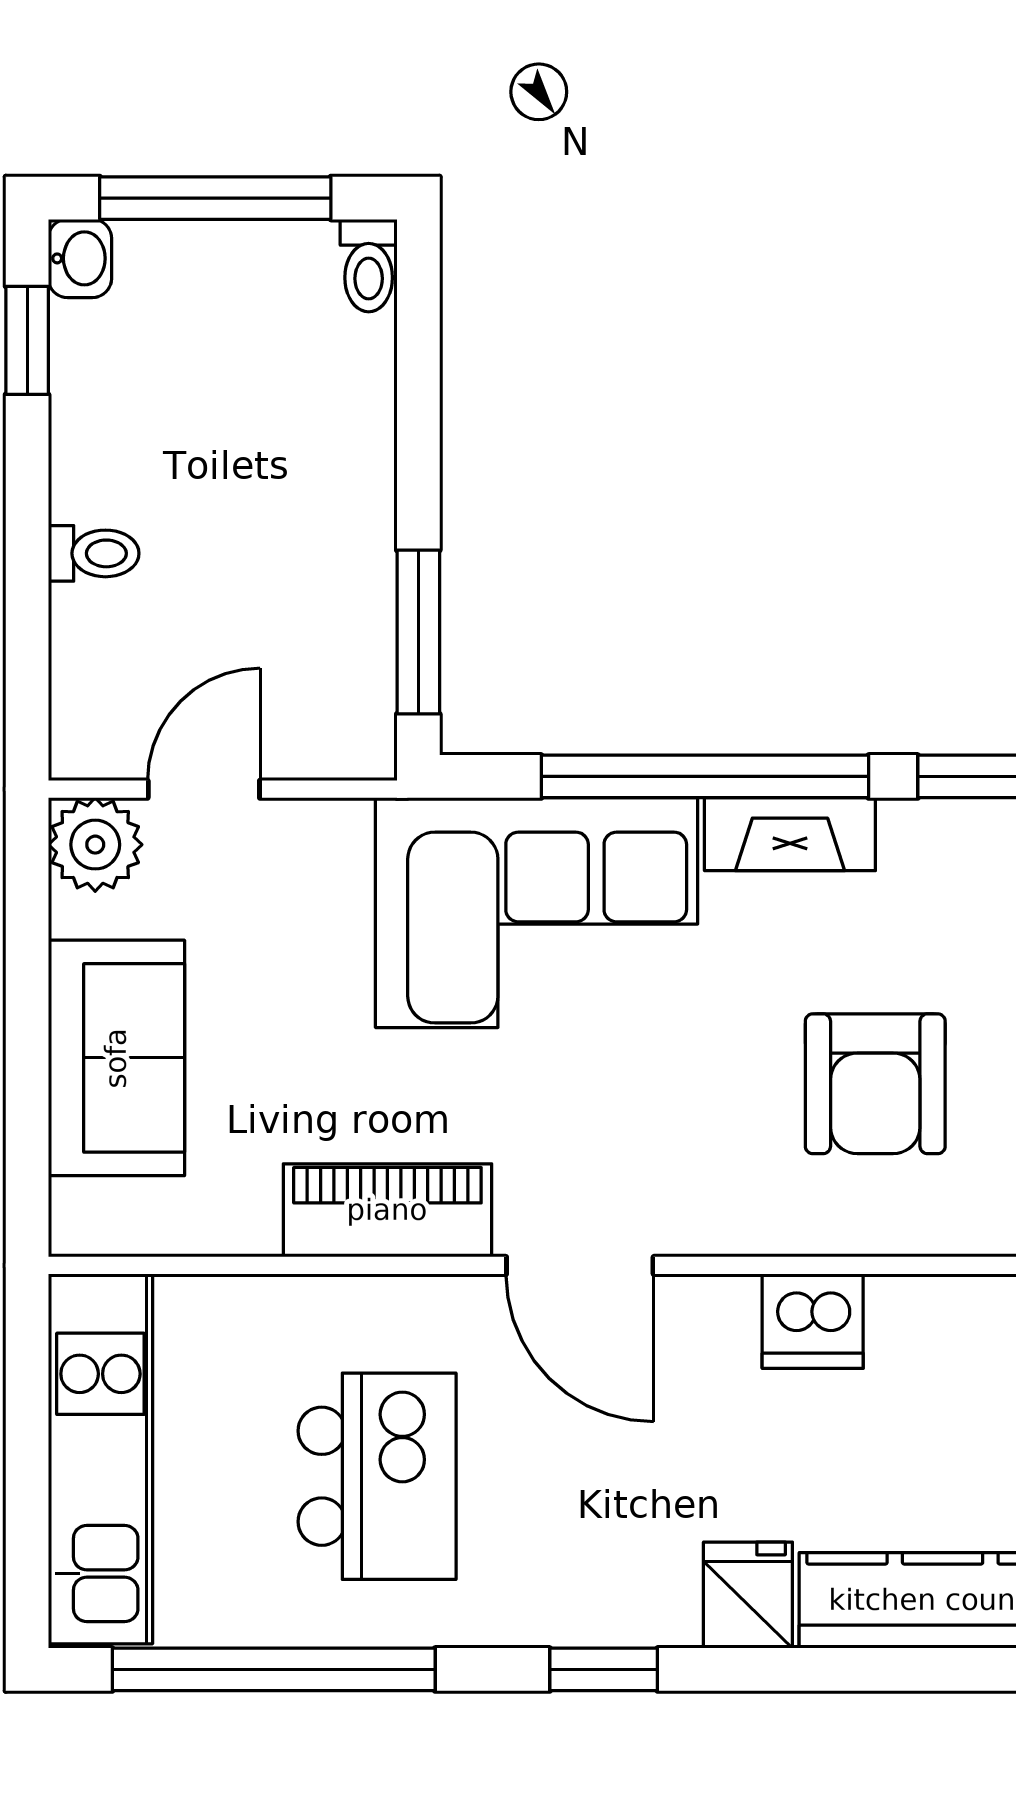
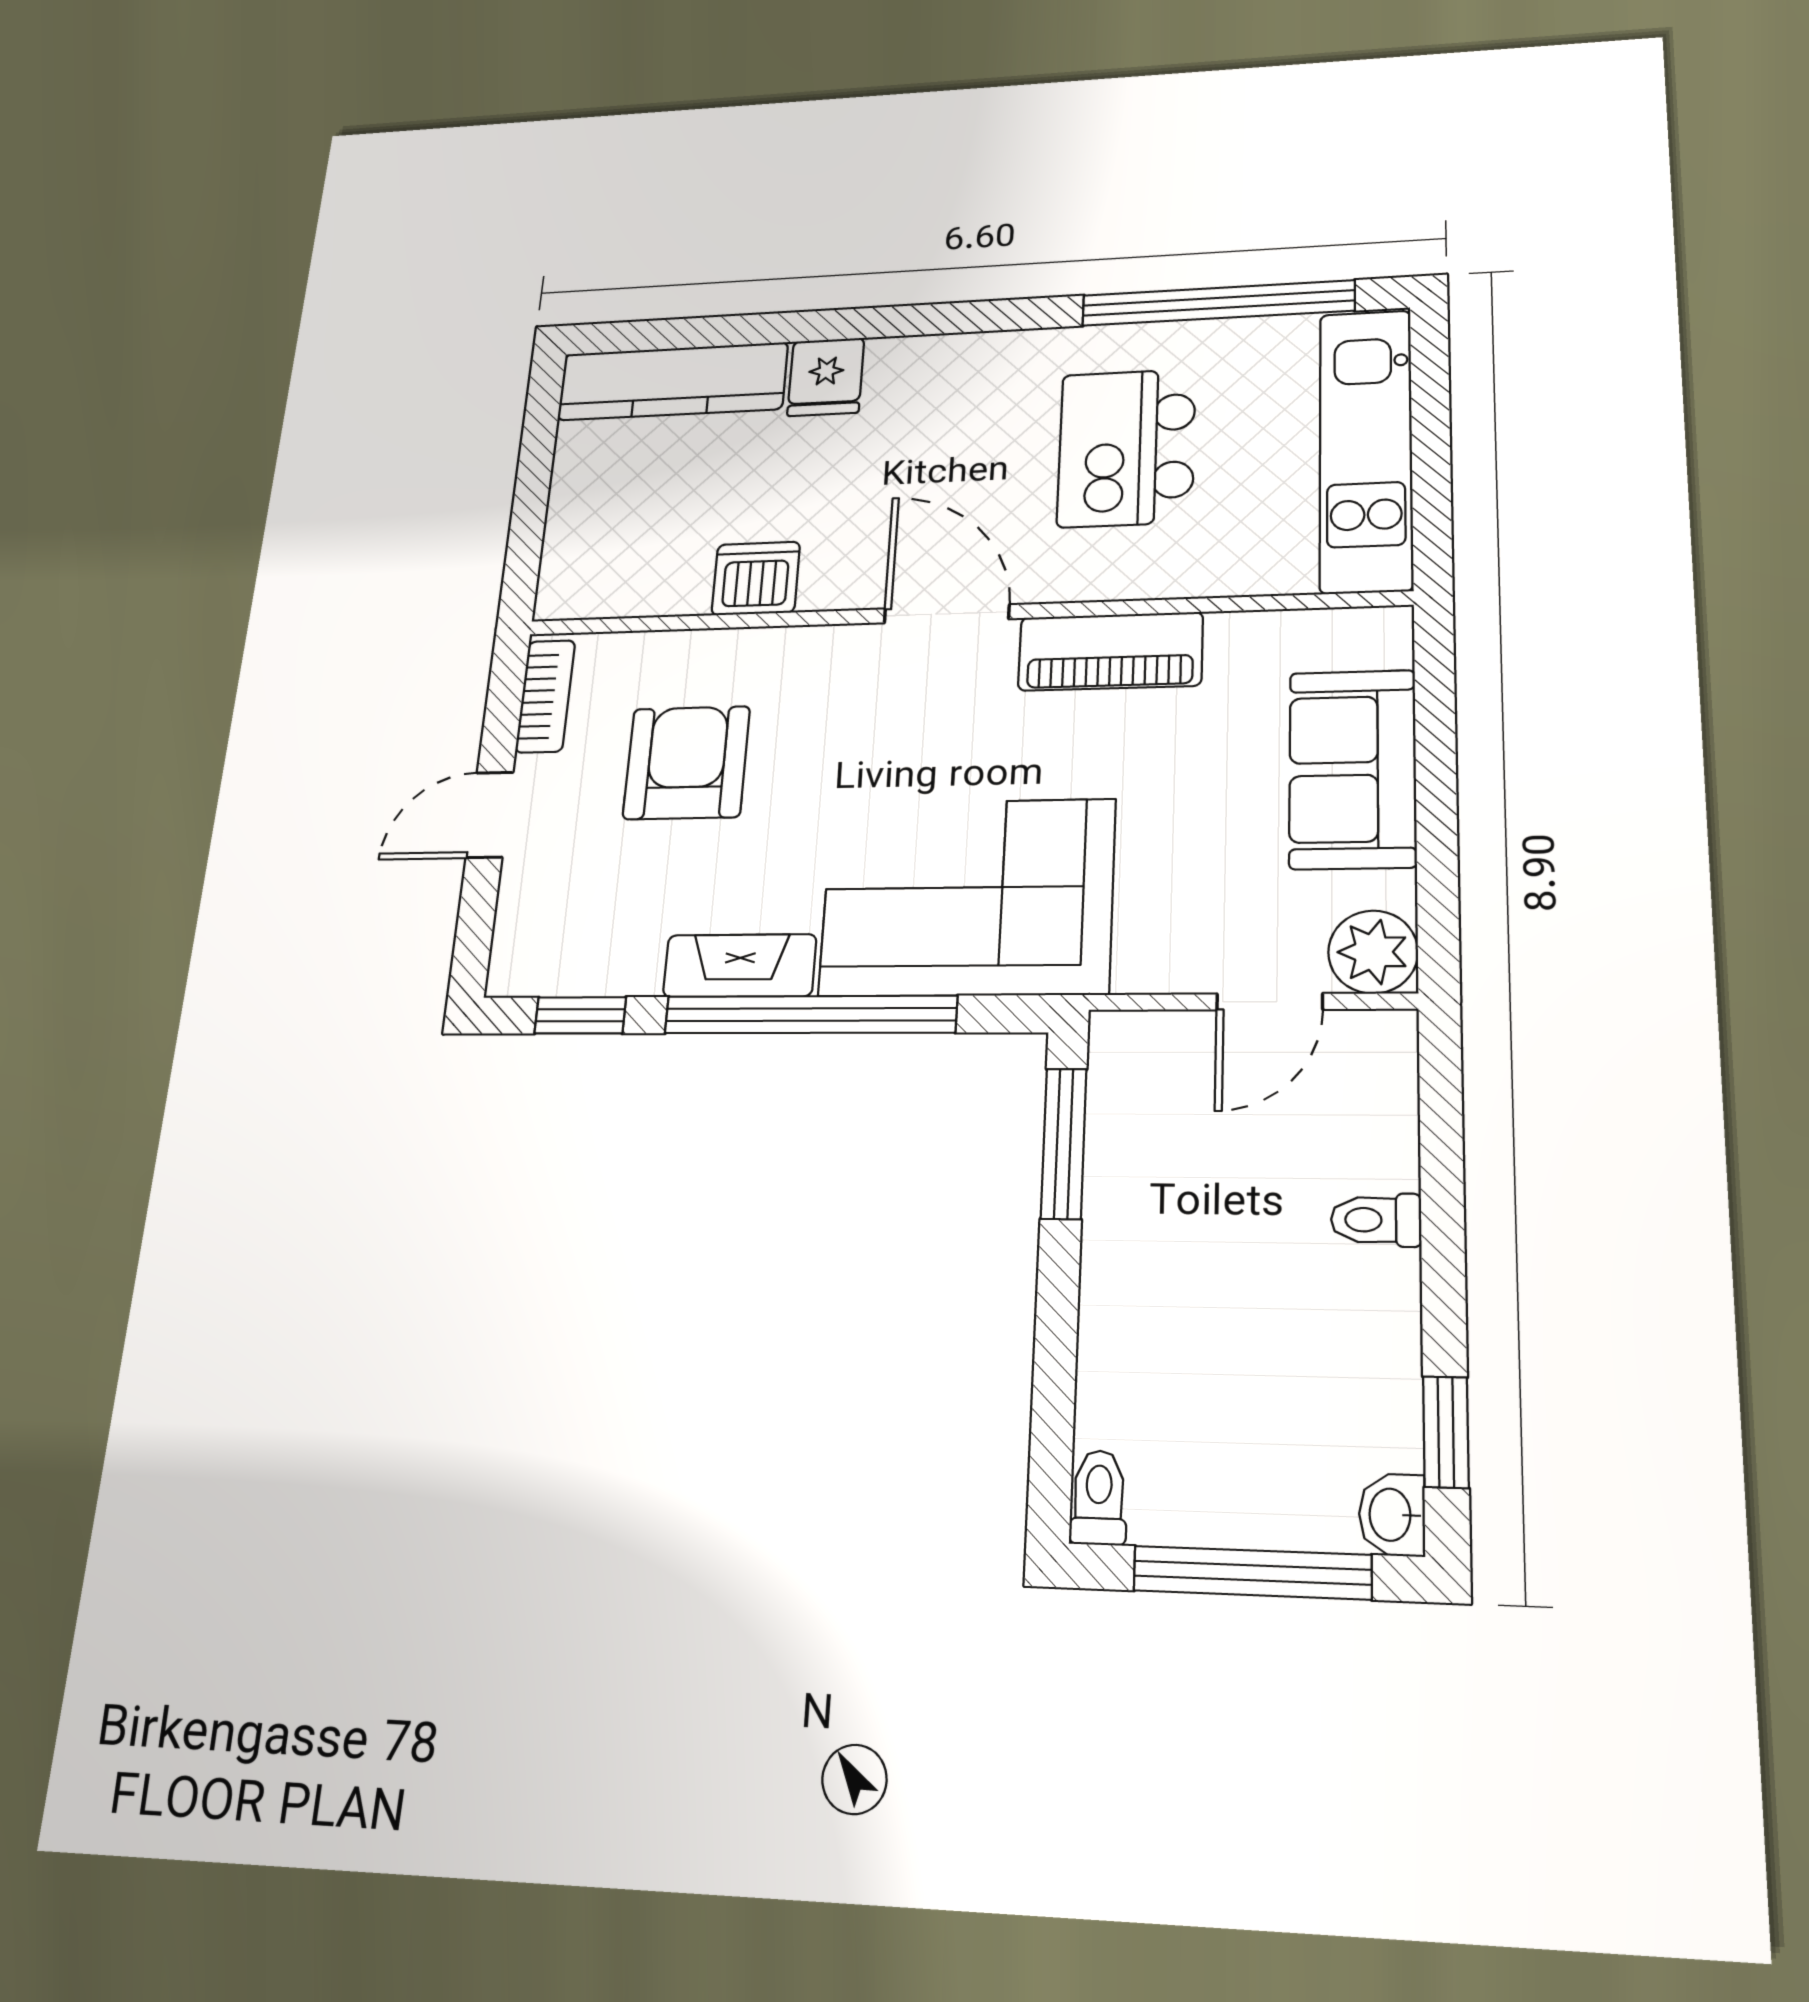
window: (604, 1669) -> (946, 318), removed

